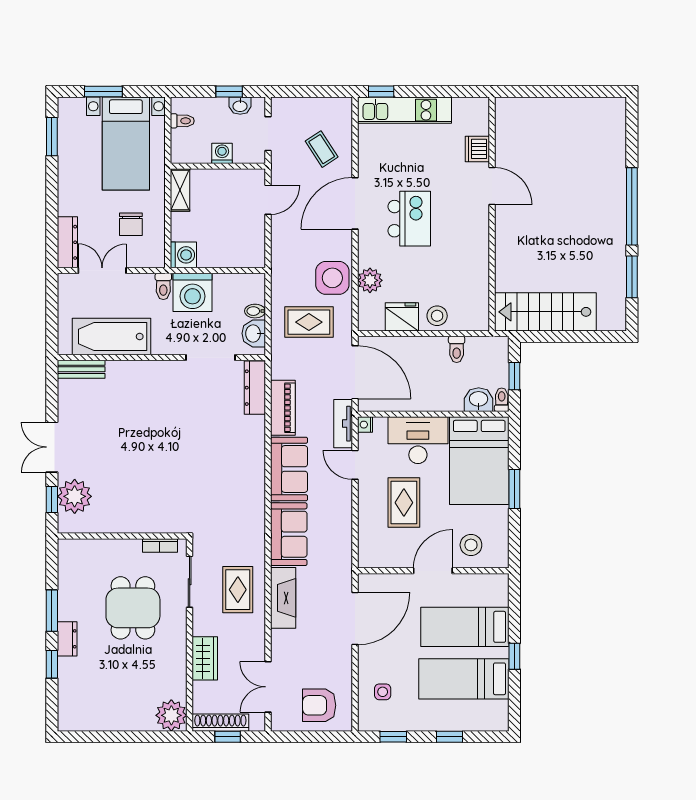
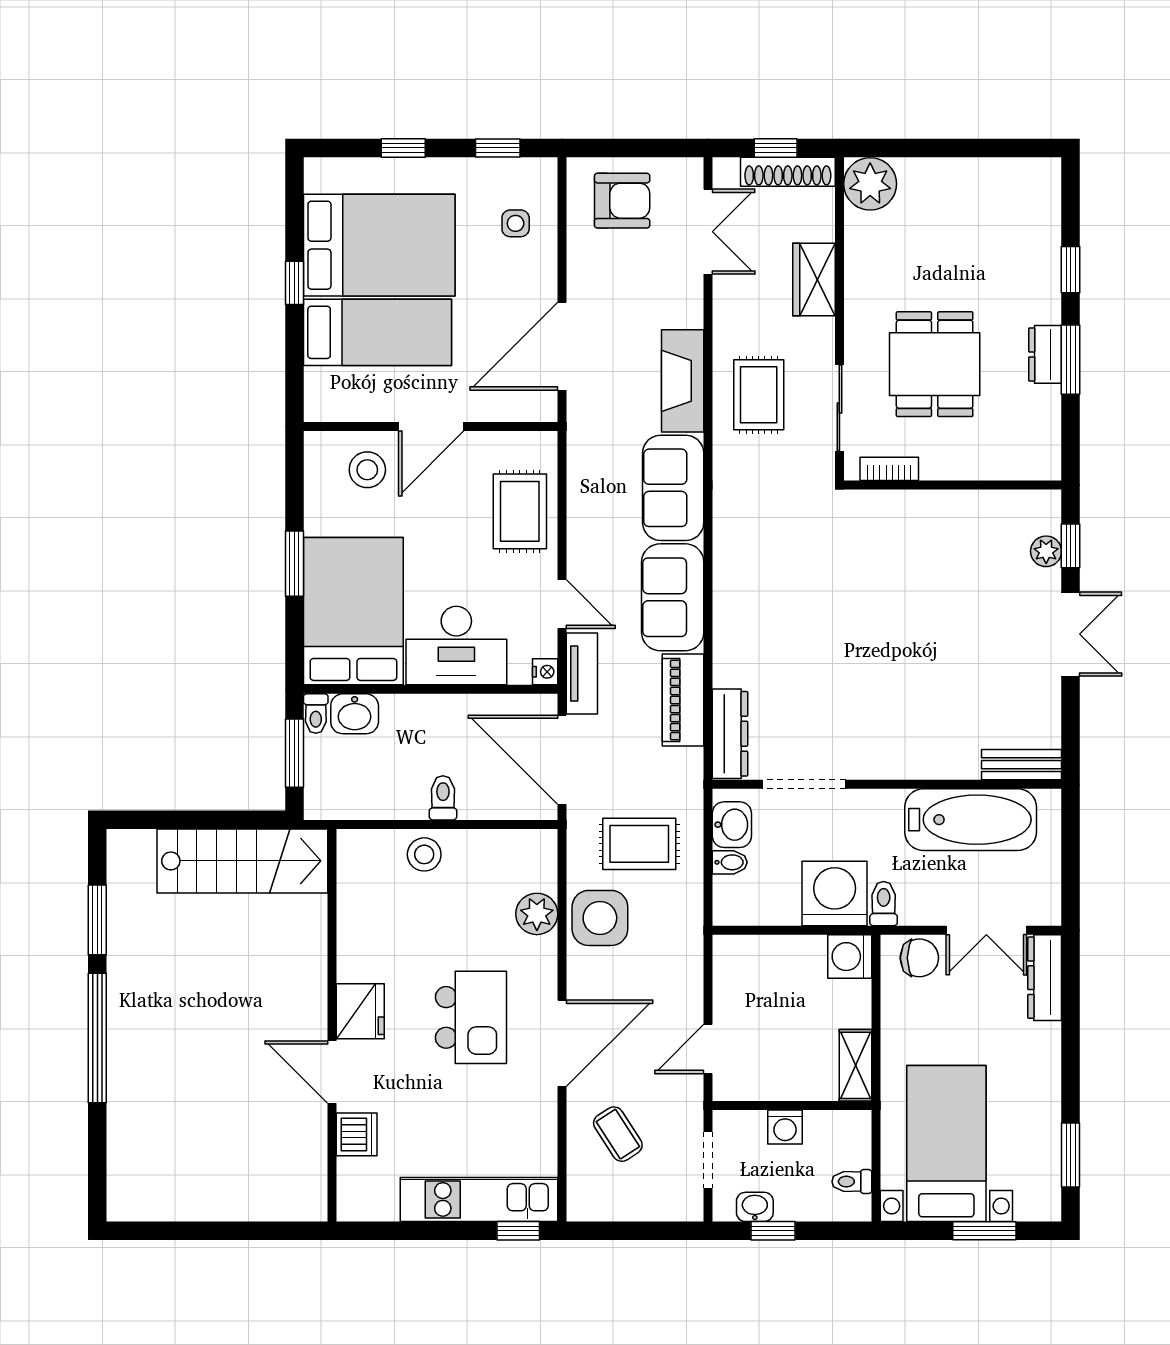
kitchen island: (409, 219) -> (471, 1017), turned 180
chair: (131, 224) -> (919, 958), moved, turned 90
fridge: (402, 317) -> (360, 1011), moved, turned -90
toilet: (457, 349) -> (443, 798), moved
window: (514, 376) -> (294, 753), width x1.50
plant: (75, 496) -> (1046, 551), width x0.53, depth x0.53
rug: (404, 503) -> (520, 511), moved
dresser: (67, 639) -> (1045, 354), moved
bed: (464, 679) -> (379, 245), width x1.50

